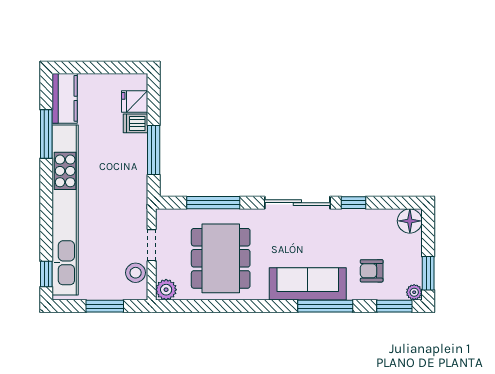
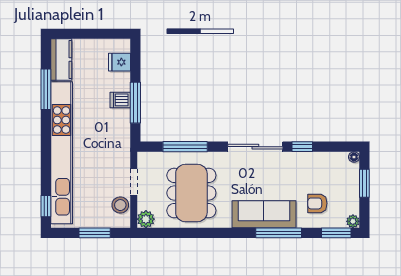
dishwasher: (136, 123) -> (120, 100), moved
floor lamp: (410, 221) -> (354, 157), width x0.53, depth x0.53
window: (428, 273) -> (364, 183), moved

